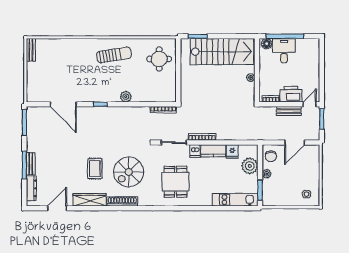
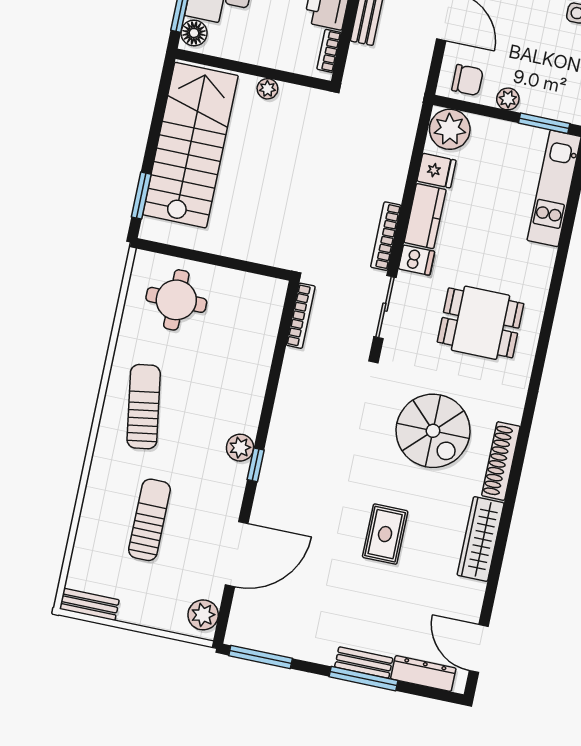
sun lounger: (70, 67) -> (149, 520), added
plant: (36, 96) -> (203, 615), added
plant: (126, 97) -> (240, 448), moved
plant: (250, 166) -> (450, 129), moved
rug: (95, 169) -> (385, 534), moved, turned 90
door: (57, 208) -> (479, 649), moved

